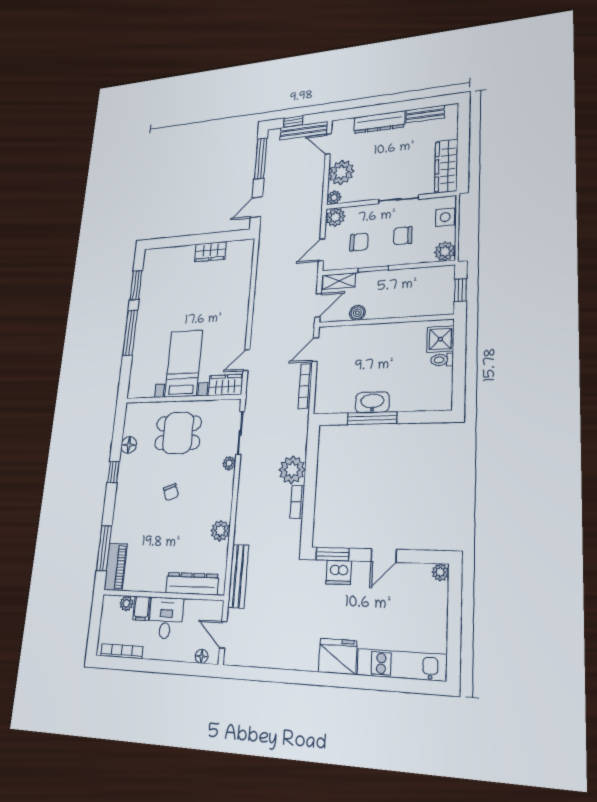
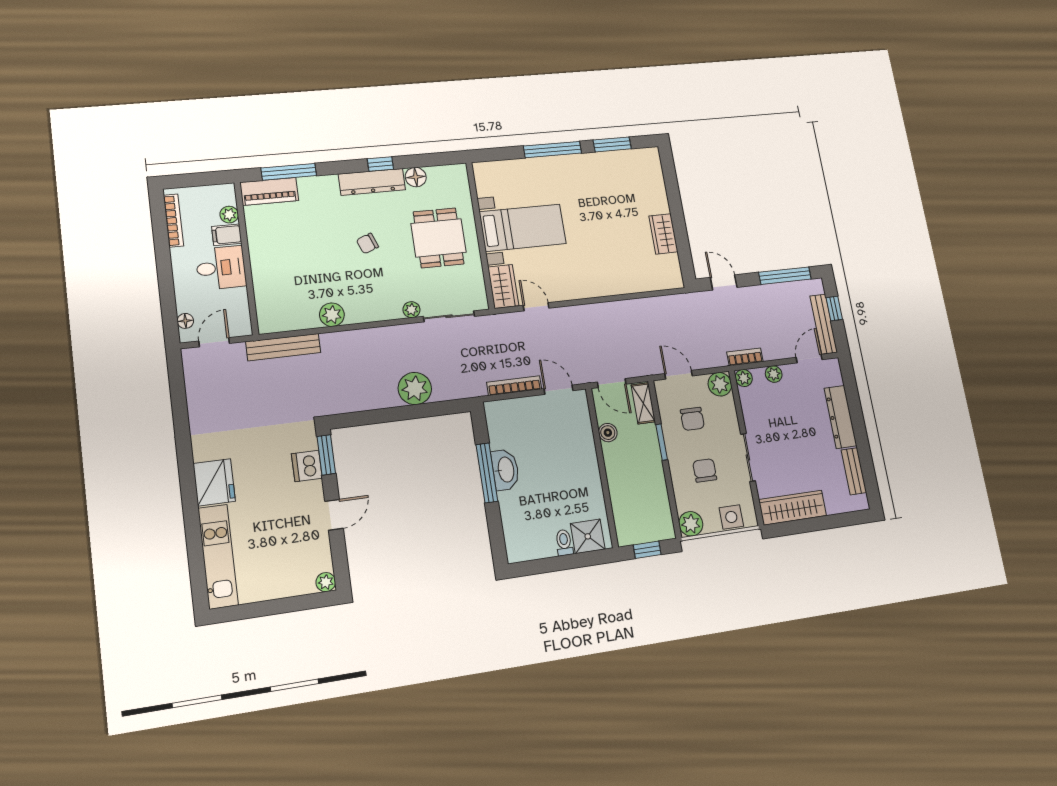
plant: (341, 172) -> (774, 374), width x0.53, depth x0.53
bookcase: (297, 502) -> (745, 357), moved
door: (384, 556) -> (334, 515), swing flipped
dresser: (192, 584) -> (372, 182), moved, turned 90

